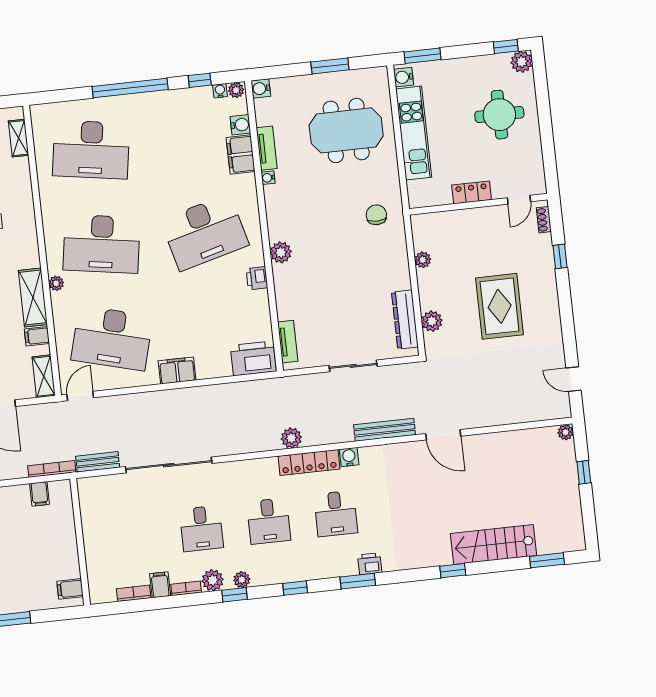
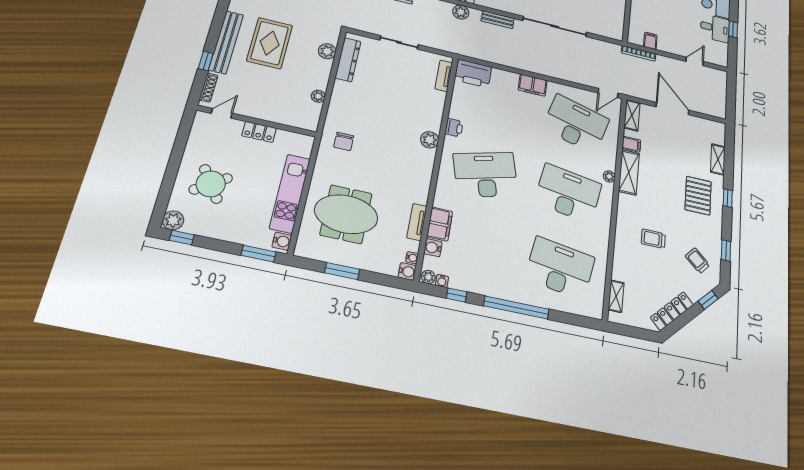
round table: (499, 115) -> (211, 184), turned -34
water cooler: (268, 178) -> (412, 258), moved
shoe rack: (544, 220) -> (209, 88), width x1.43
bench: (547, 289) -> (226, 42), added
bench: (98, 462) -> (498, 20), moved

